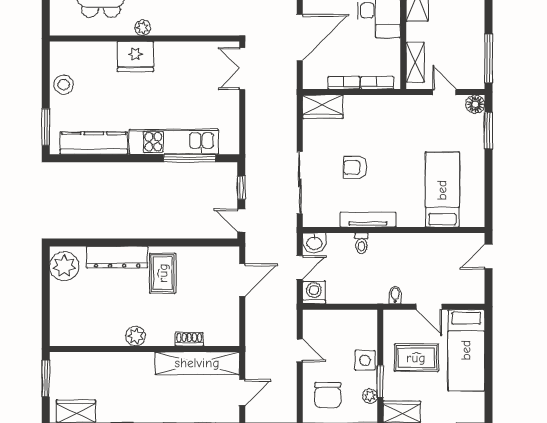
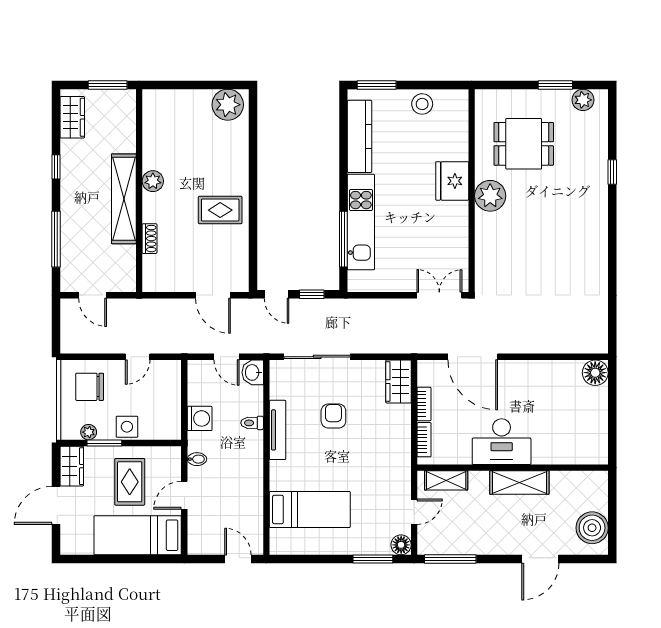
plant: (143, 28) -> (490, 196), width x1.88, depth x1.88
door: (241, 221) -> (277, 294), swing flipped
dresser: (117, 257) -> (237, 161), removed
washing machine: (314, 292) -> (200, 418), moved
shelving: (197, 363) -> (124, 199), moved

